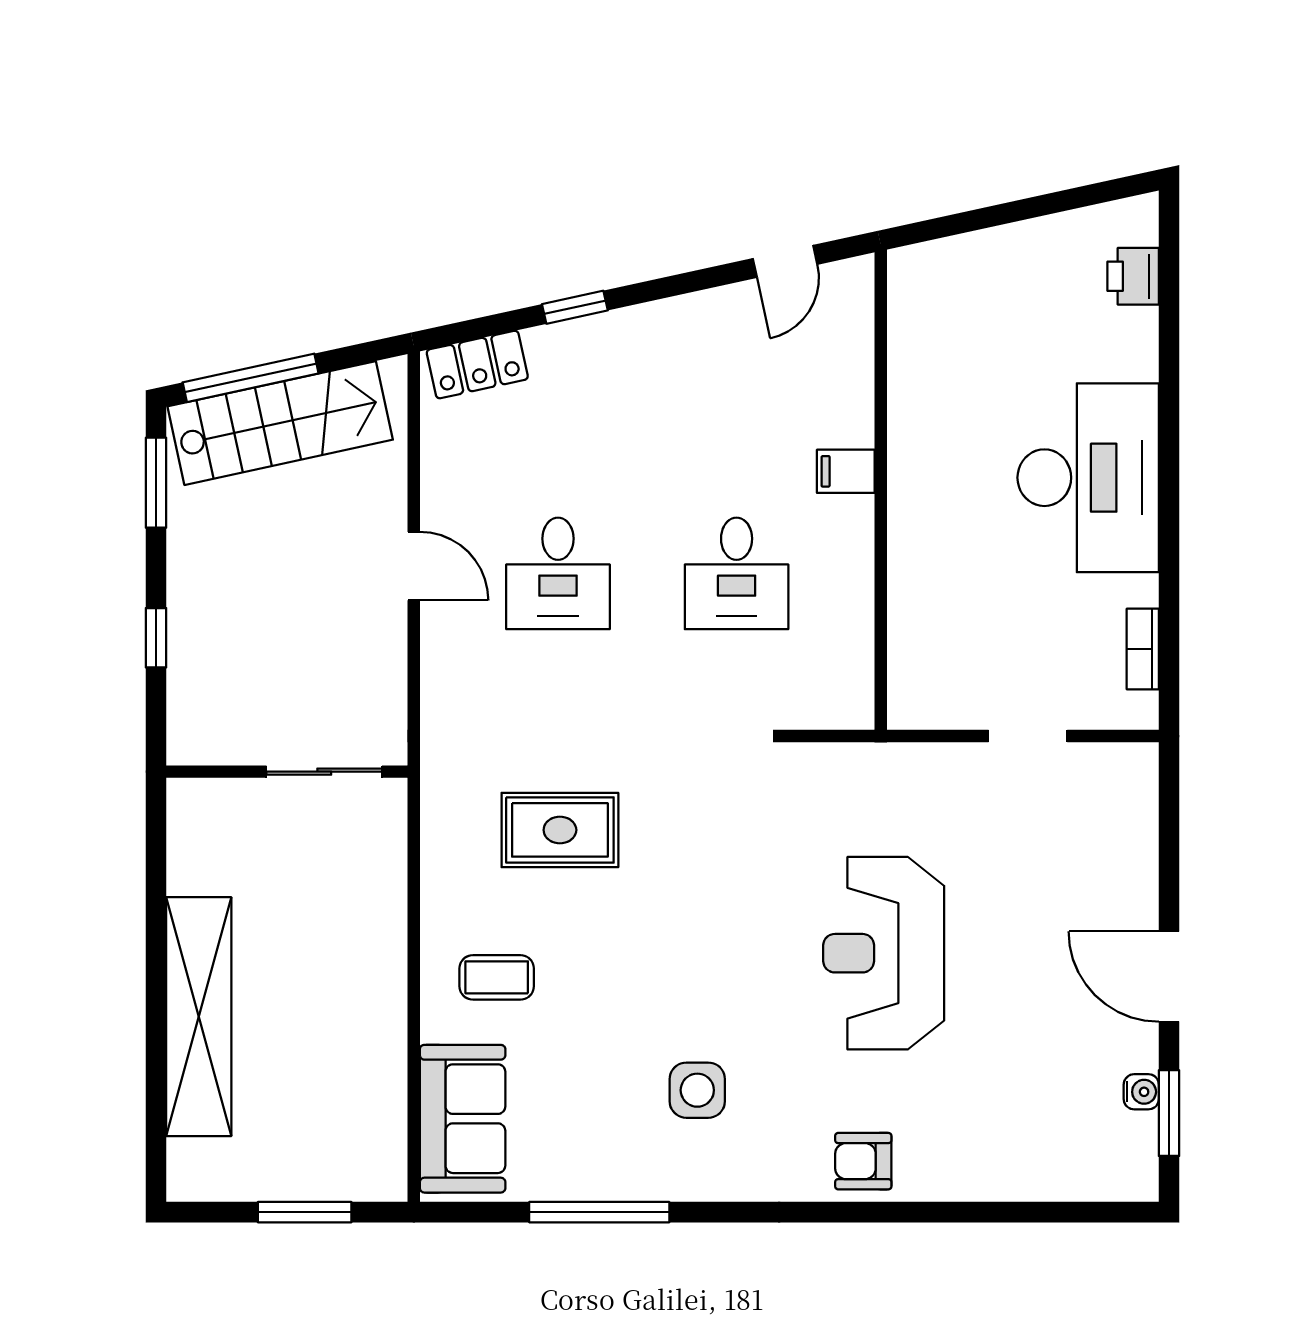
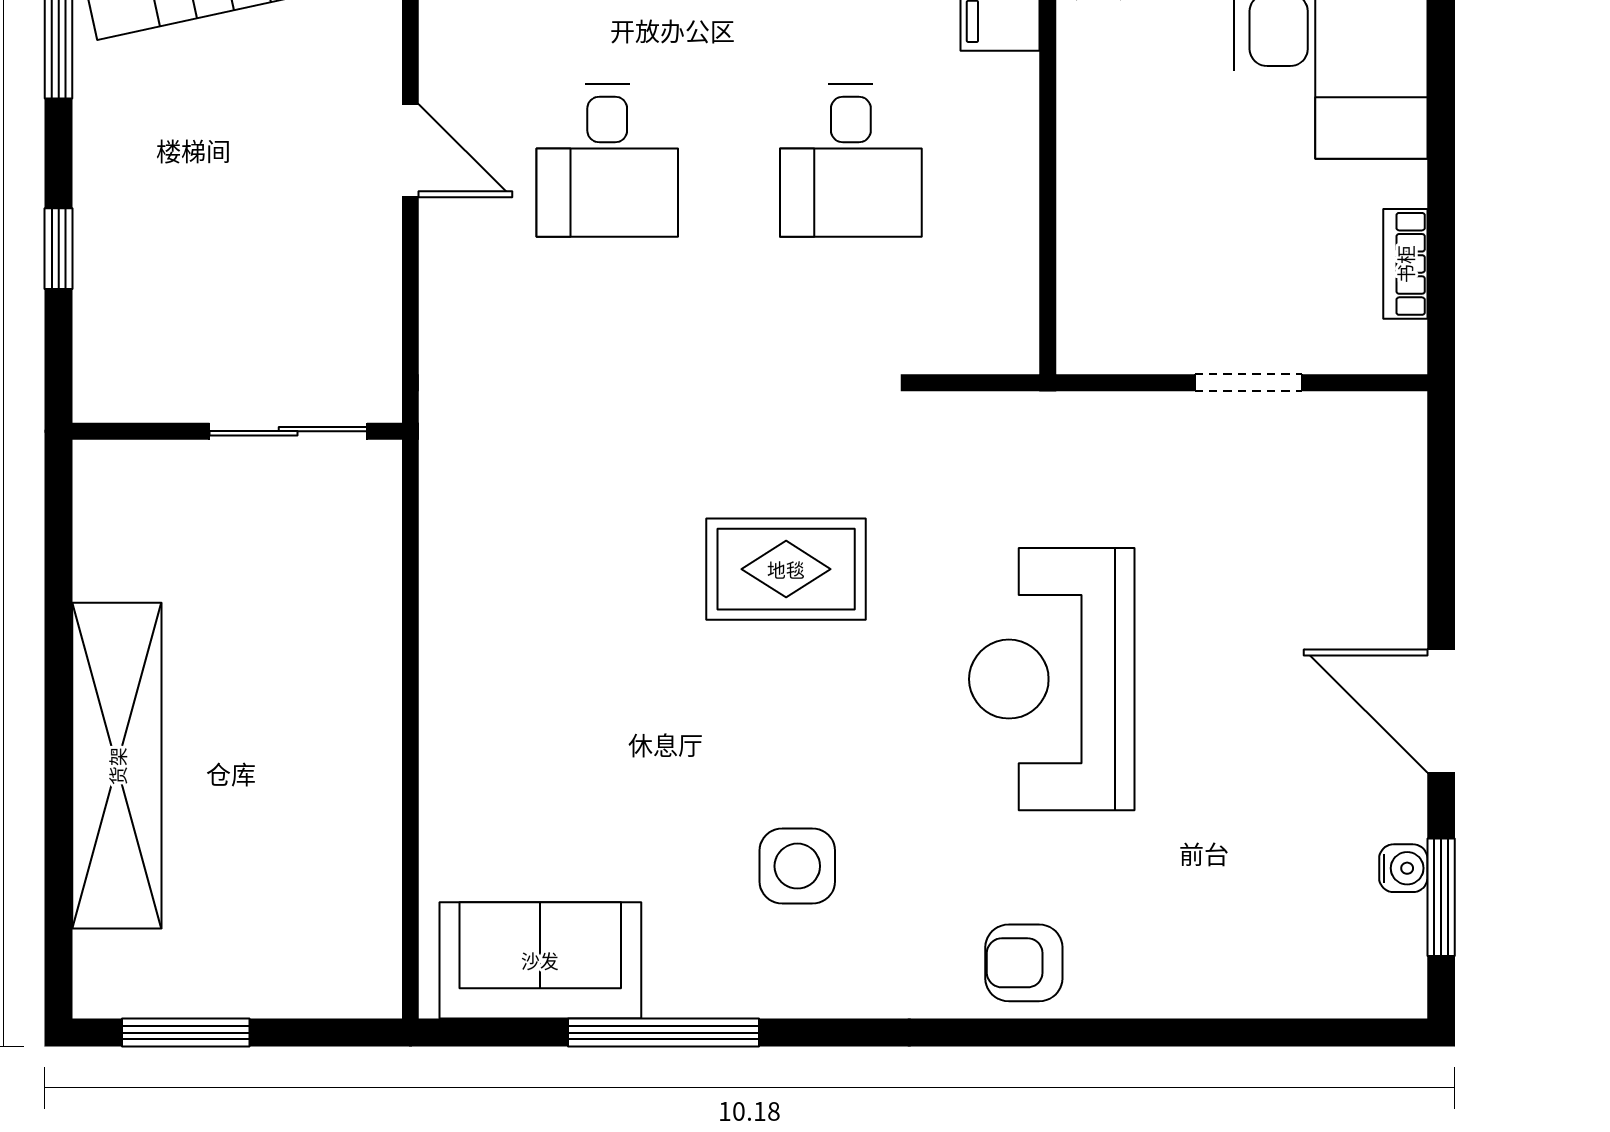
rug: (560, 830) -> (786, 569), moved
coffee table: (497, 977) -> (524, 712), removed
sofa: (463, 1119) -> (540, 960), moved, turned -90
window: (305, 1212) -> (186, 1033), moved

